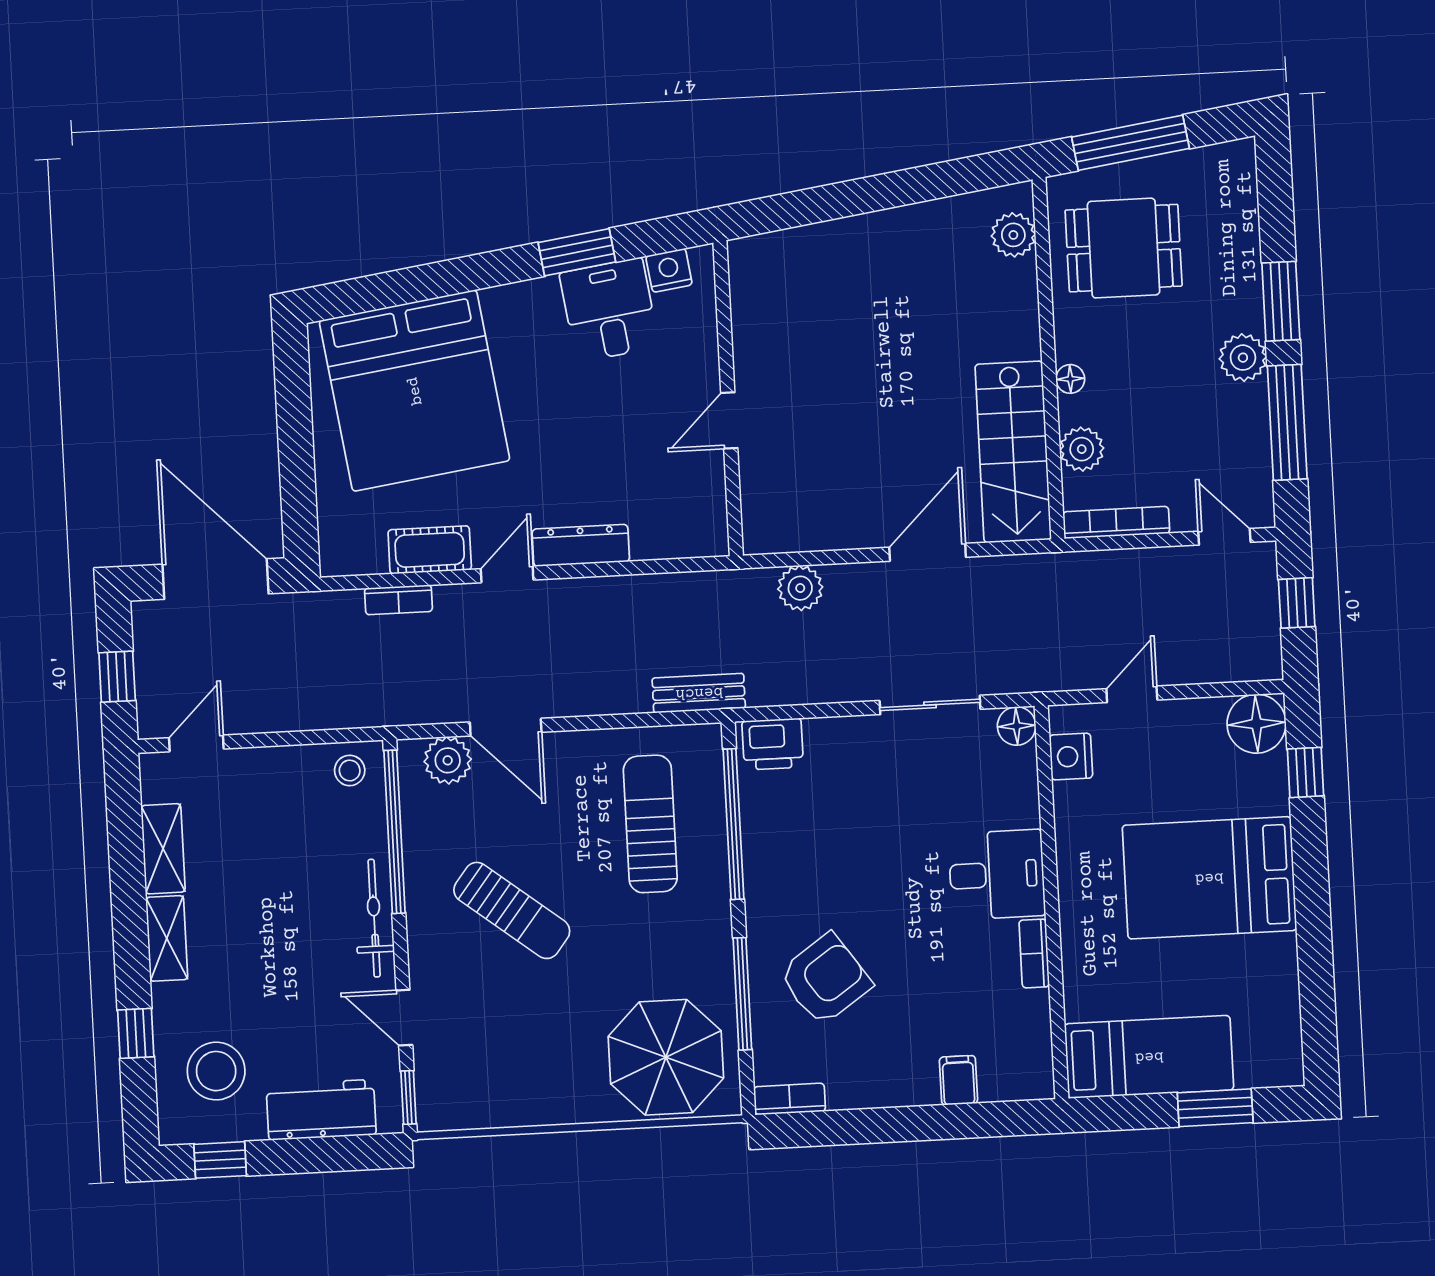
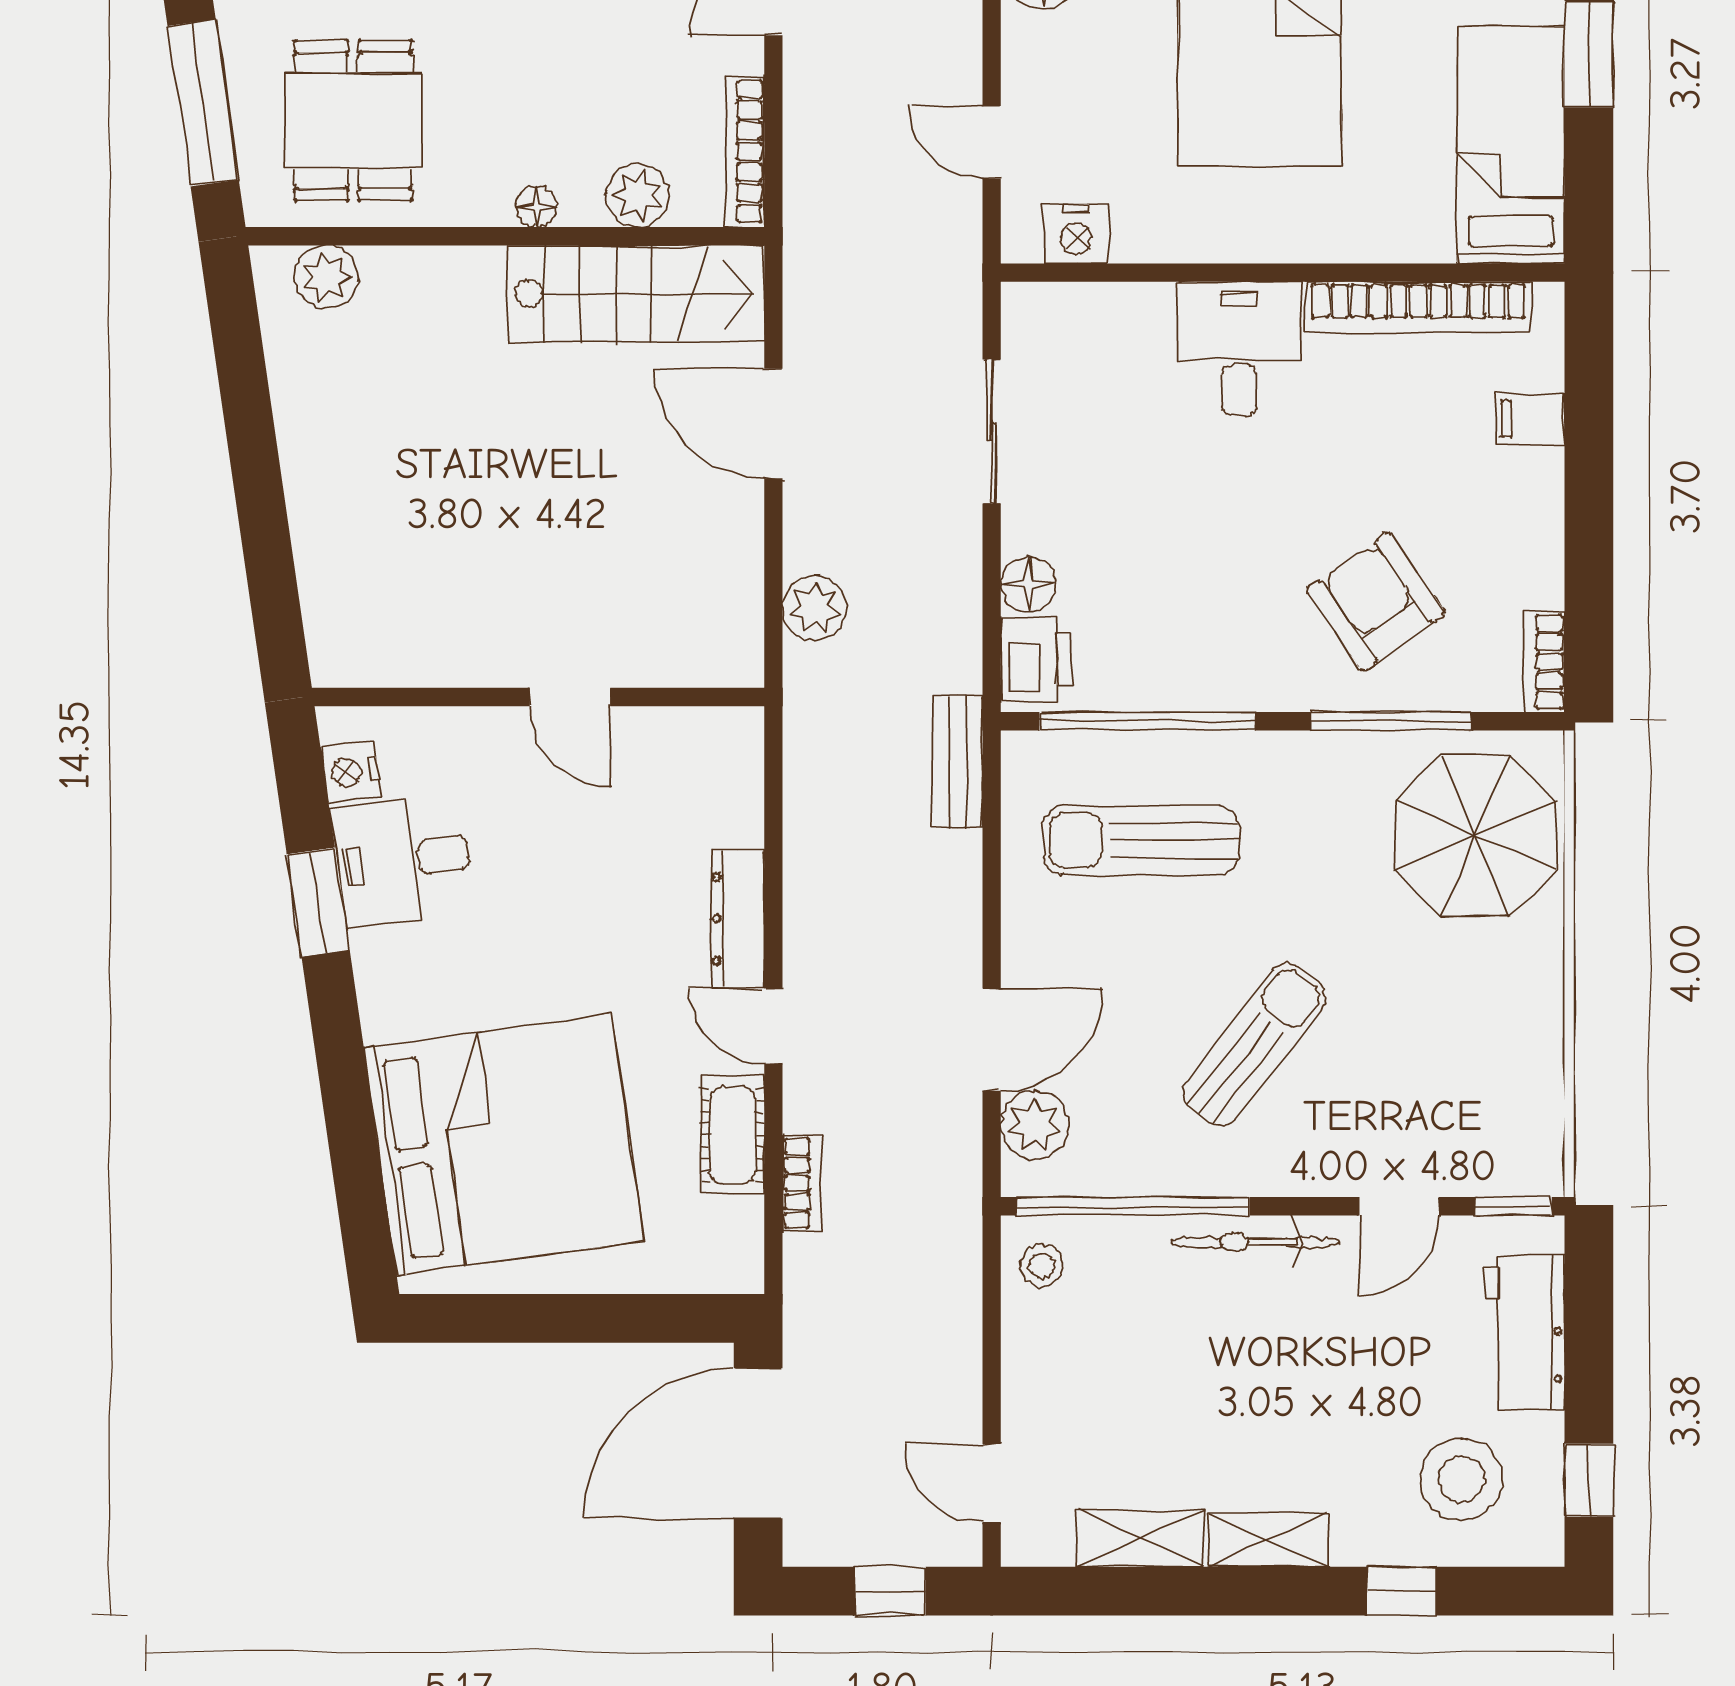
floor lamp: (1017, 726) -> (1028, 584), moved
bookcase: (1034, 953) -> (1418, 307), width x2.31, depth x1.31

